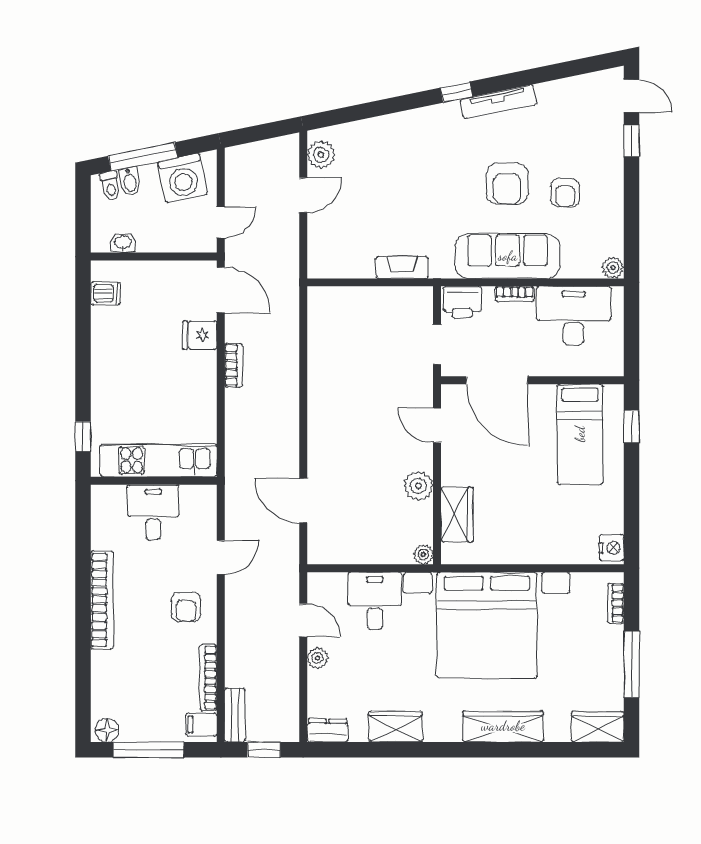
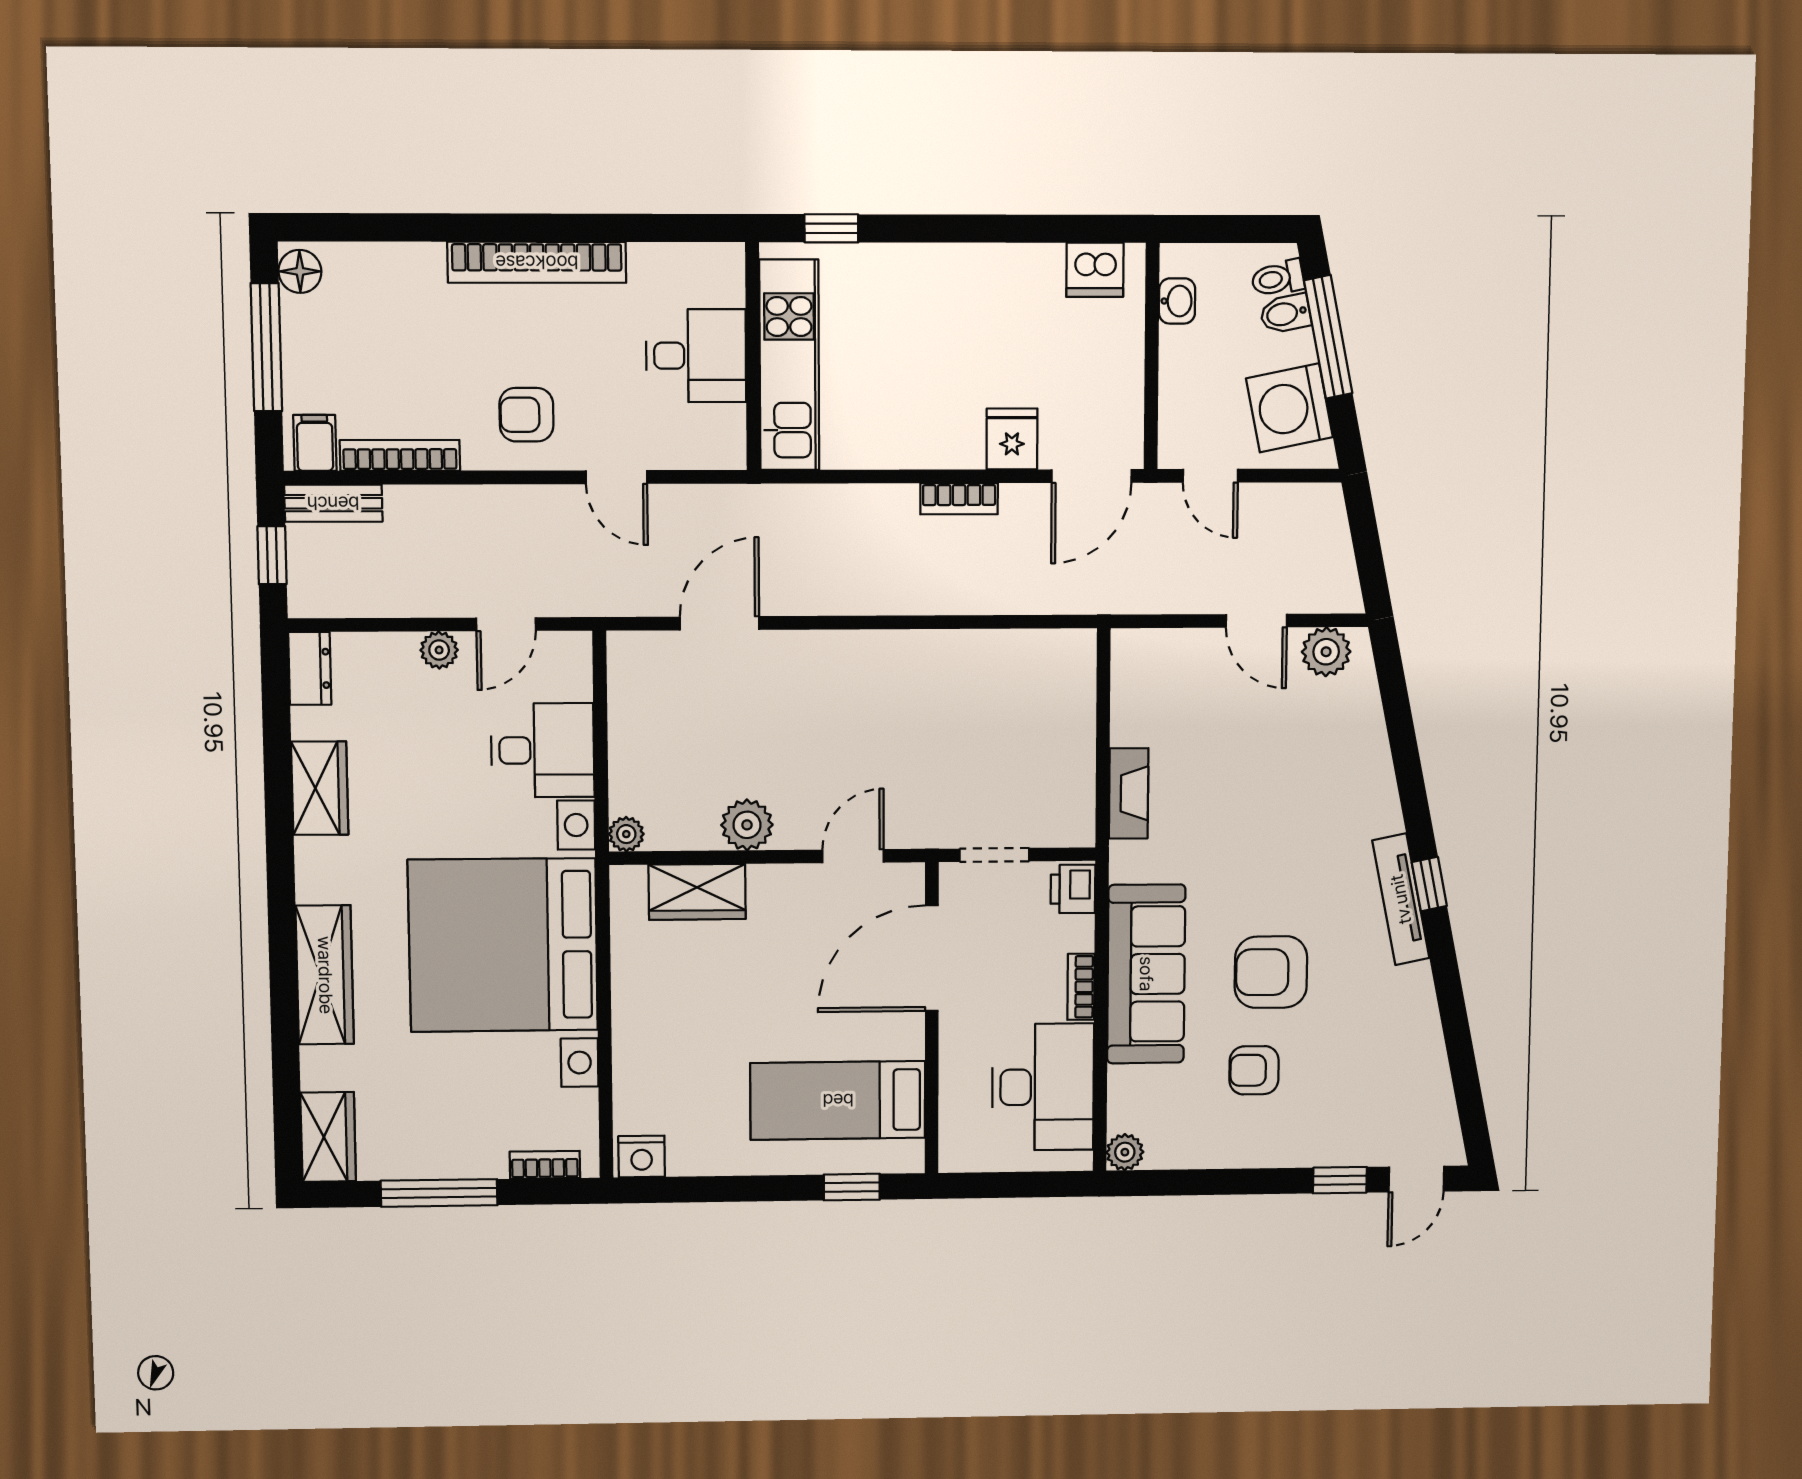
tv unit: (498, 102) -> (1401, 899), moved
dishwasher: (106, 293) -> (1095, 270), width x1.38
printer: (462, 302) -> (1073, 889), width x0.73, depth x0.81

